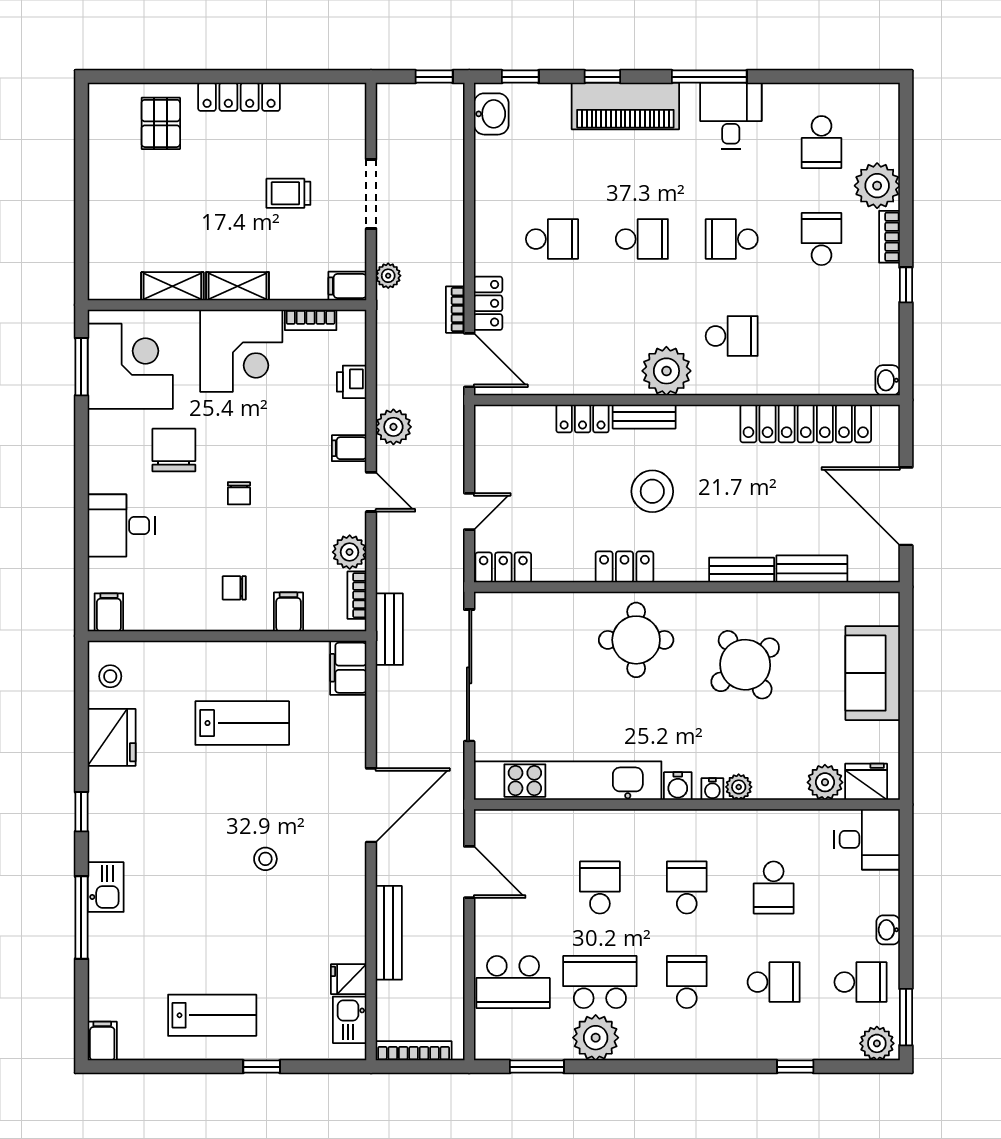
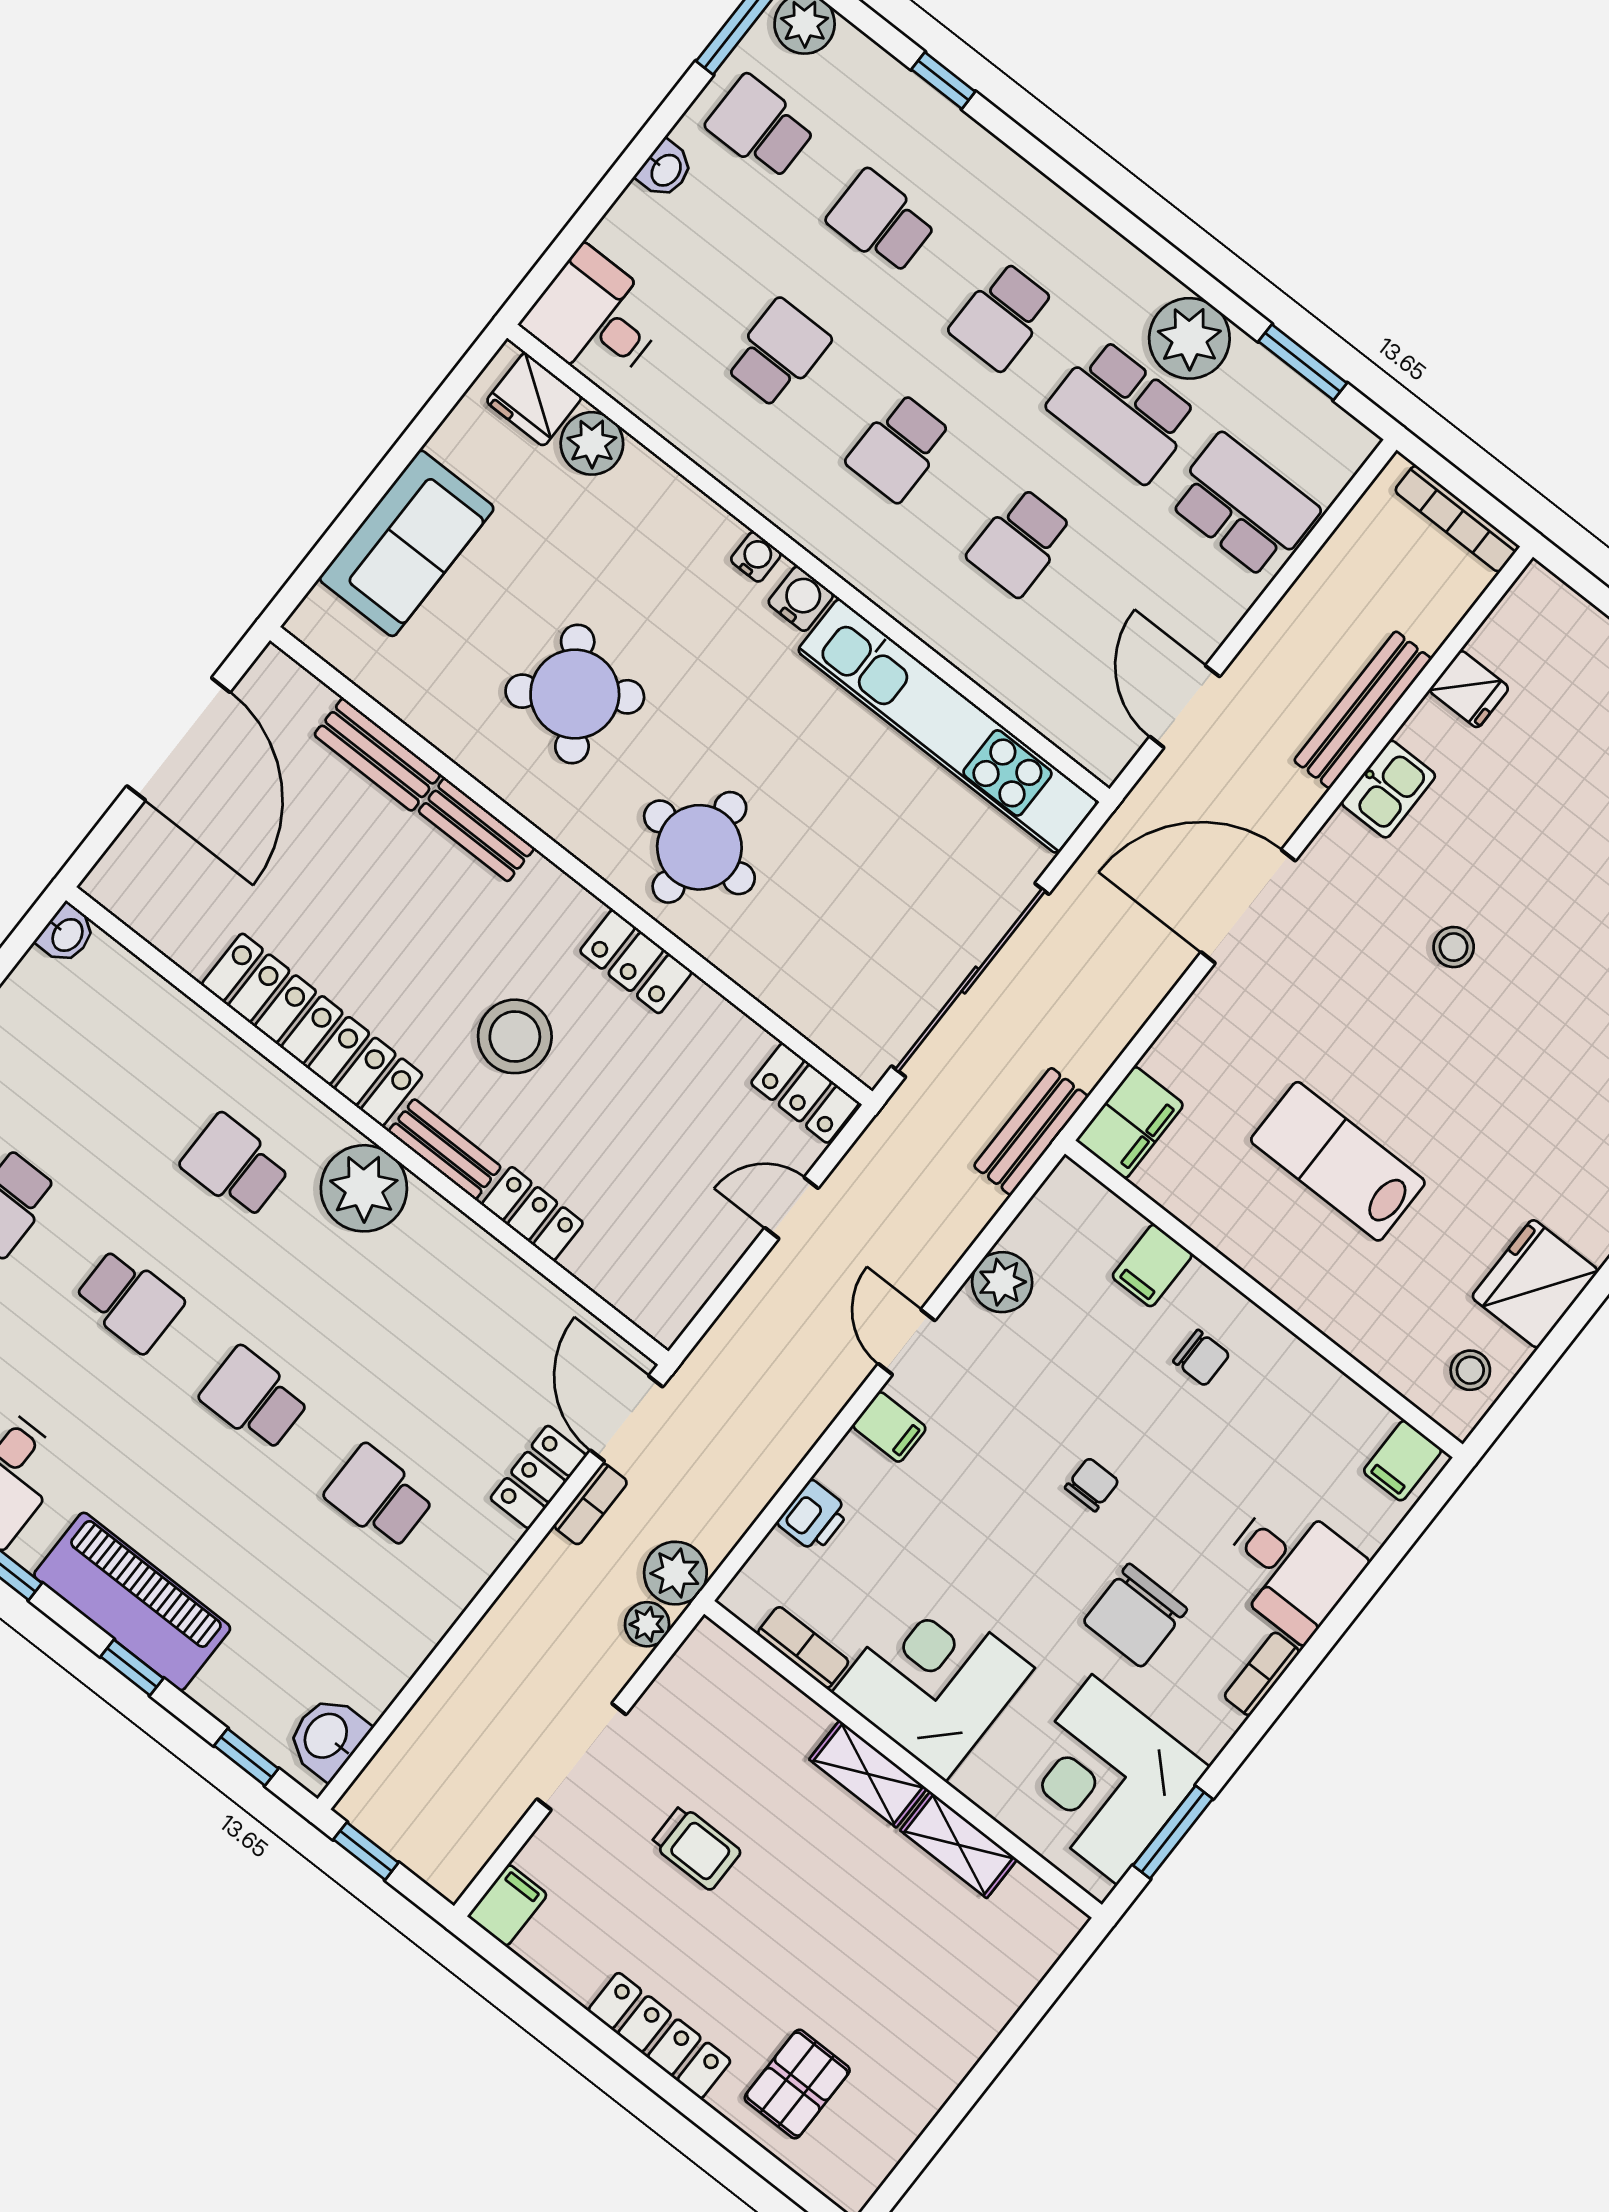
filing cabinet: (347, 286) -> (508, 1905), moved, turned -90
locker: (806, 423) -> (312, 1030), moved
plant: (393, 427) -> (675, 1573), moved
bookcase: (357, 595) -> (1262, 1674), moved, turned 180
plant: (739, 787) -> (717, 531), removed
kitchen sink: (350, 1020) -> (1388, 789), moved

